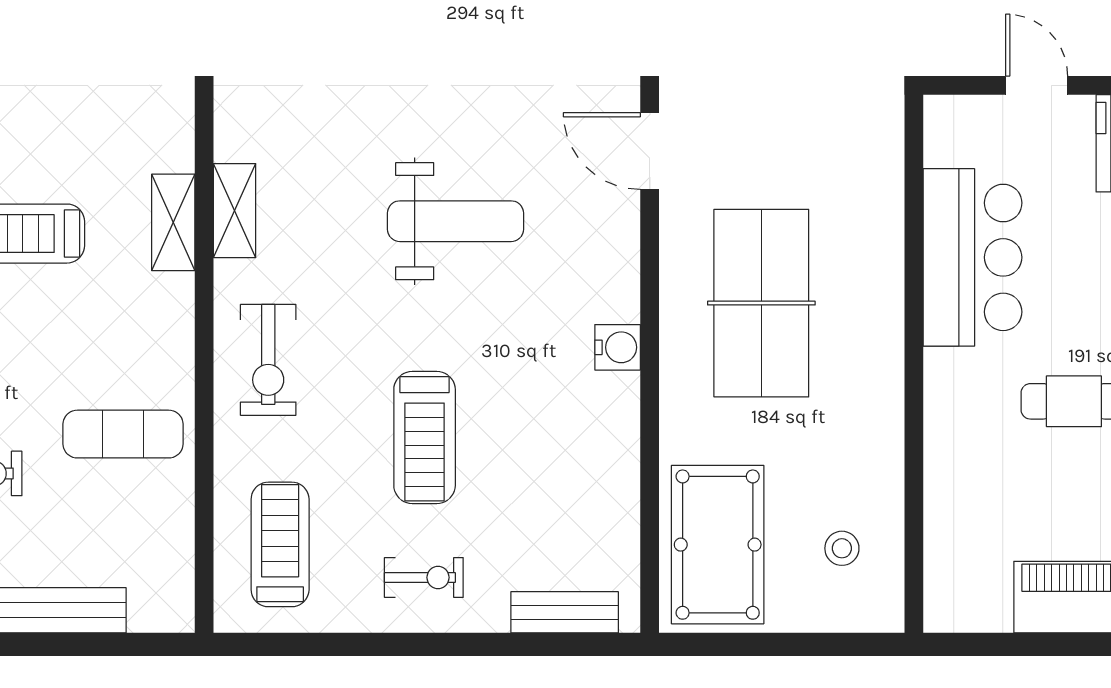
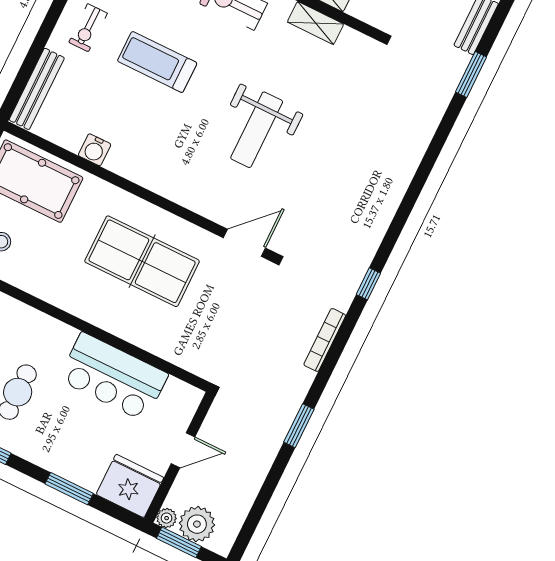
water cooler: (618, 347) -> (95, 150), moved
bench: (565, 612) -> (37, 89), width x1.36

